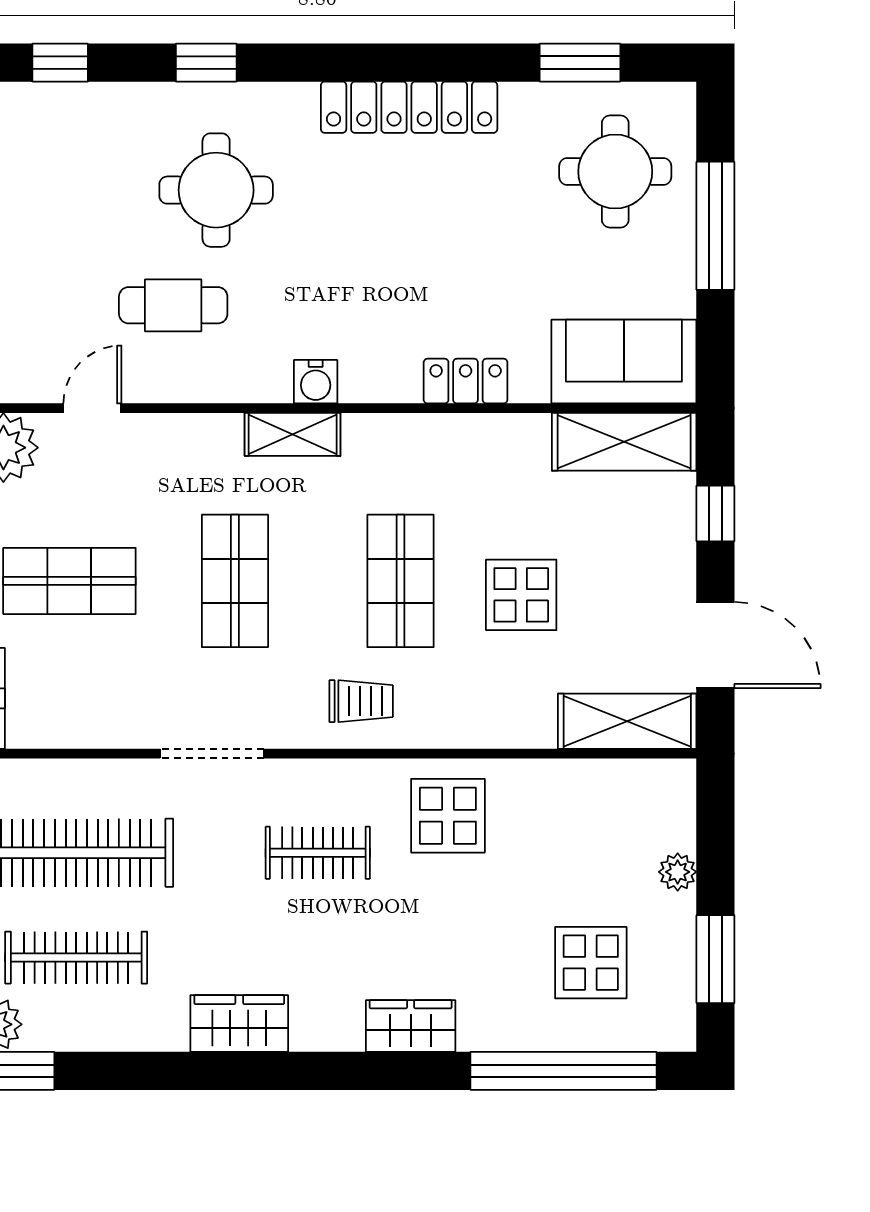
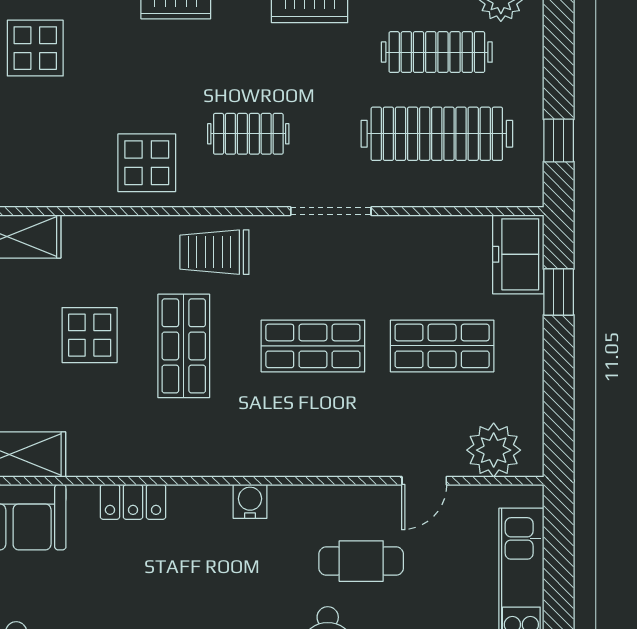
shelving: (293, 434) -> (268, 460), removed
shop shelf: (235, 581) -> (313, 346), turned 90
trolley: (361, 701) -> (214, 252), width x1.36, depth x1.39

